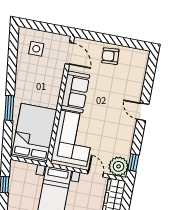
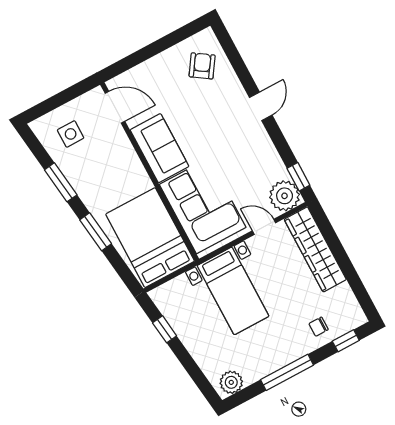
armchair: (110, 56) -> (202, 66), moved, turned 128
window: (12, 69) -> (61, 182), added
door: (143, 112) -> (261, 106), swing flipped

